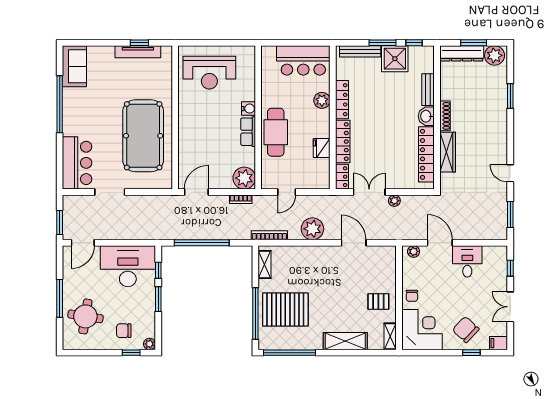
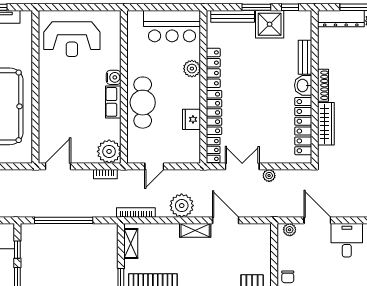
shelving: (325, 252) -> (195, 230), added

